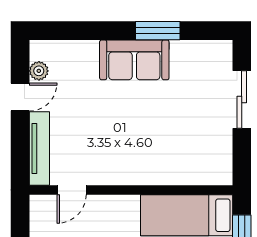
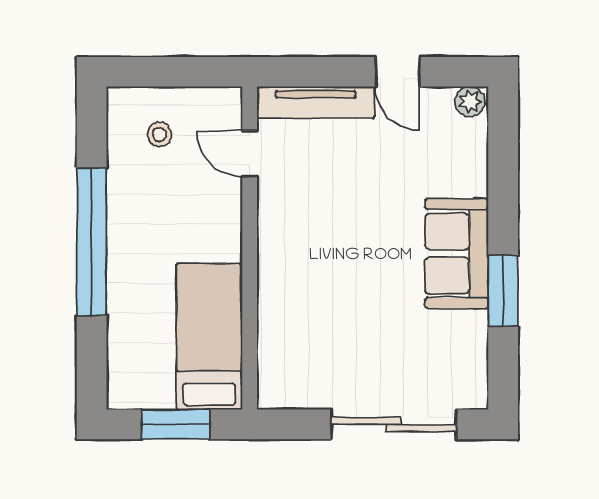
plant: (39, 71) -> (470, 101), moved
sliding door: (242, 100) -> (394, 424), width x1.37

